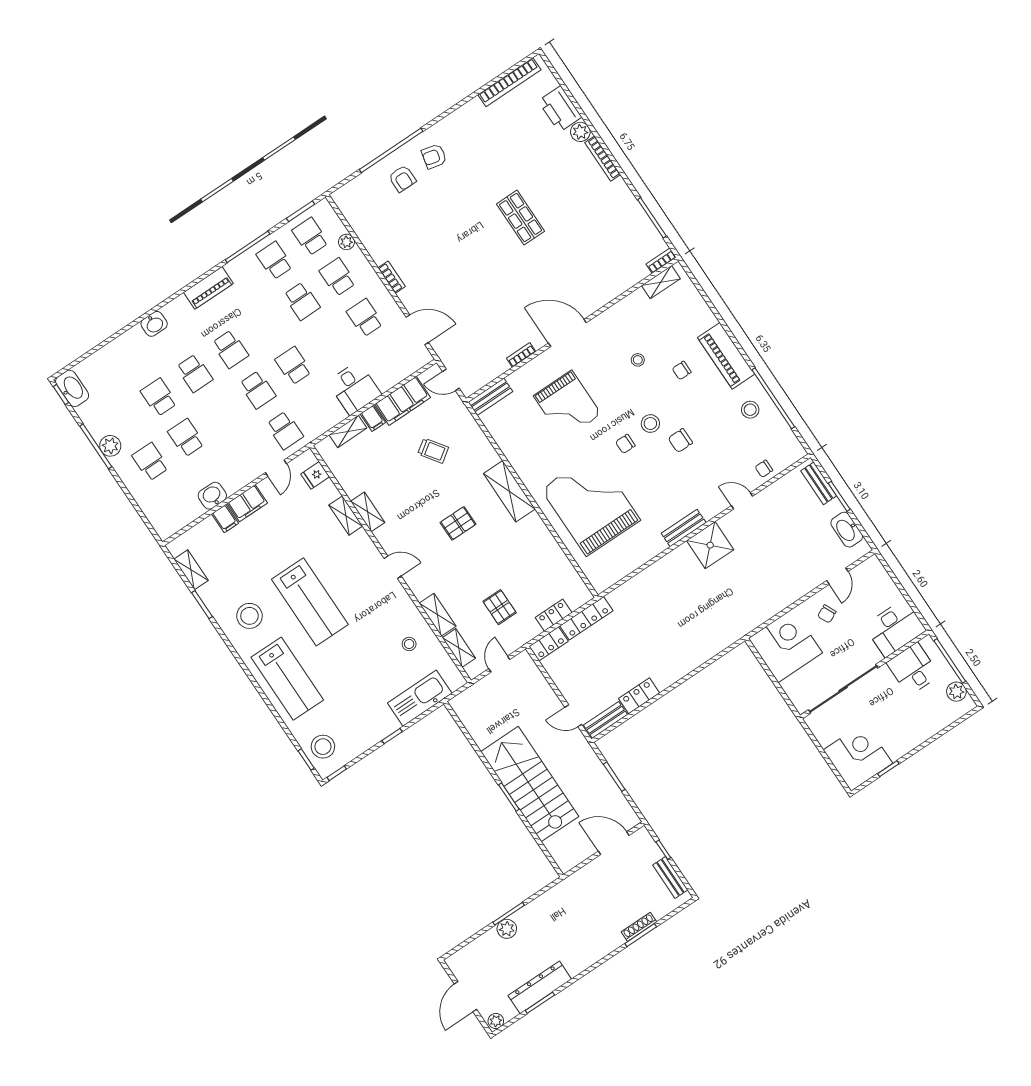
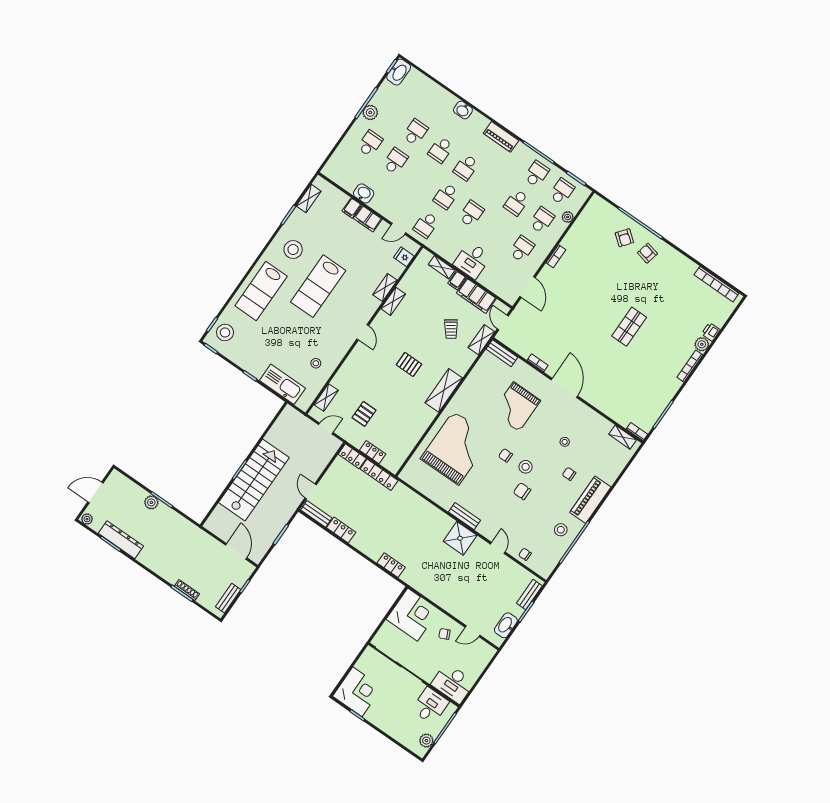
printer: (560, 109) -> (711, 332), width x0.53, depth x0.68
armchair: (402, 179) -> (624, 238), turned -52
shelving: (438, 615) -> (481, 340), moved
locker: (710, 648) -> (391, 565), added

